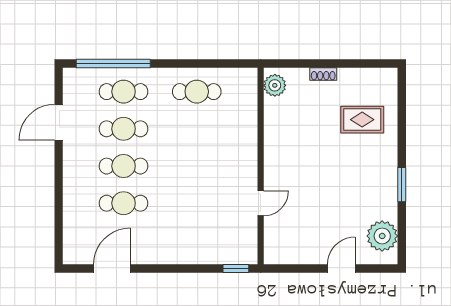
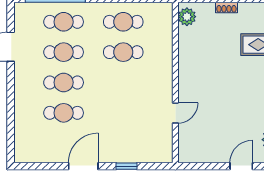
cafe table: (197, 129) -> (123, 52), added
door: (112, 269) -> (83, 166), moved
window: (236, 269) -> (126, 166), moved

